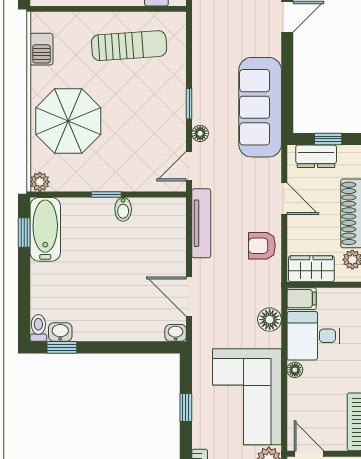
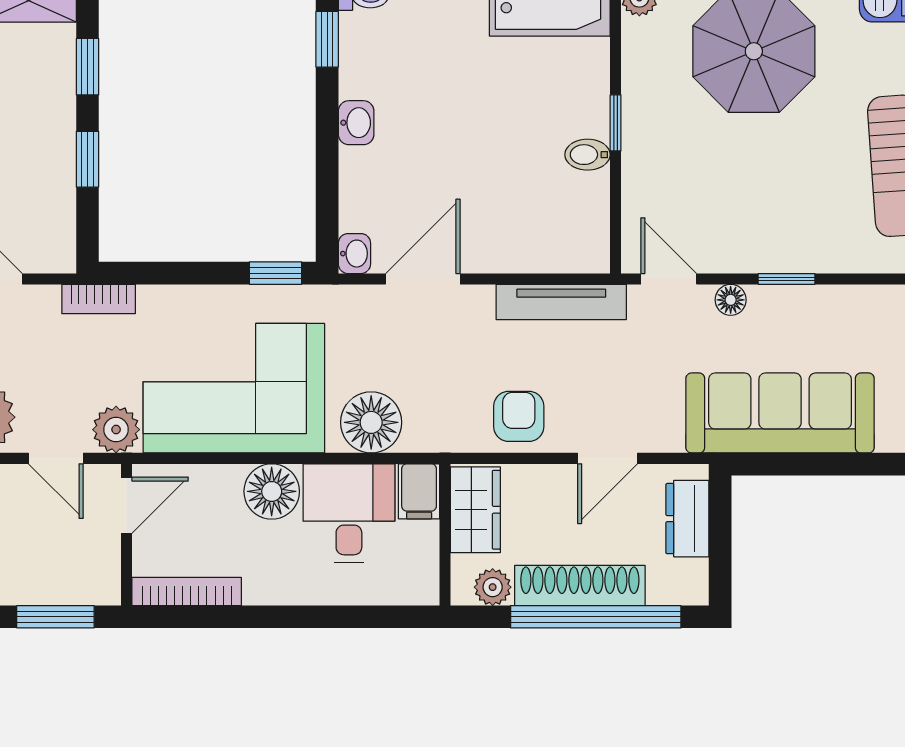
window: (328, 139) -> (720, 541), removed
floor lamp: (270, 320) -> (371, 422), width x1.38, depth x1.38
washbasin: (60, 332) -> (356, 123), moved
floor lamp: (295, 370) -> (272, 491), width x1.89, depth x1.89
window: (186, 407) -> (276, 273), moved

